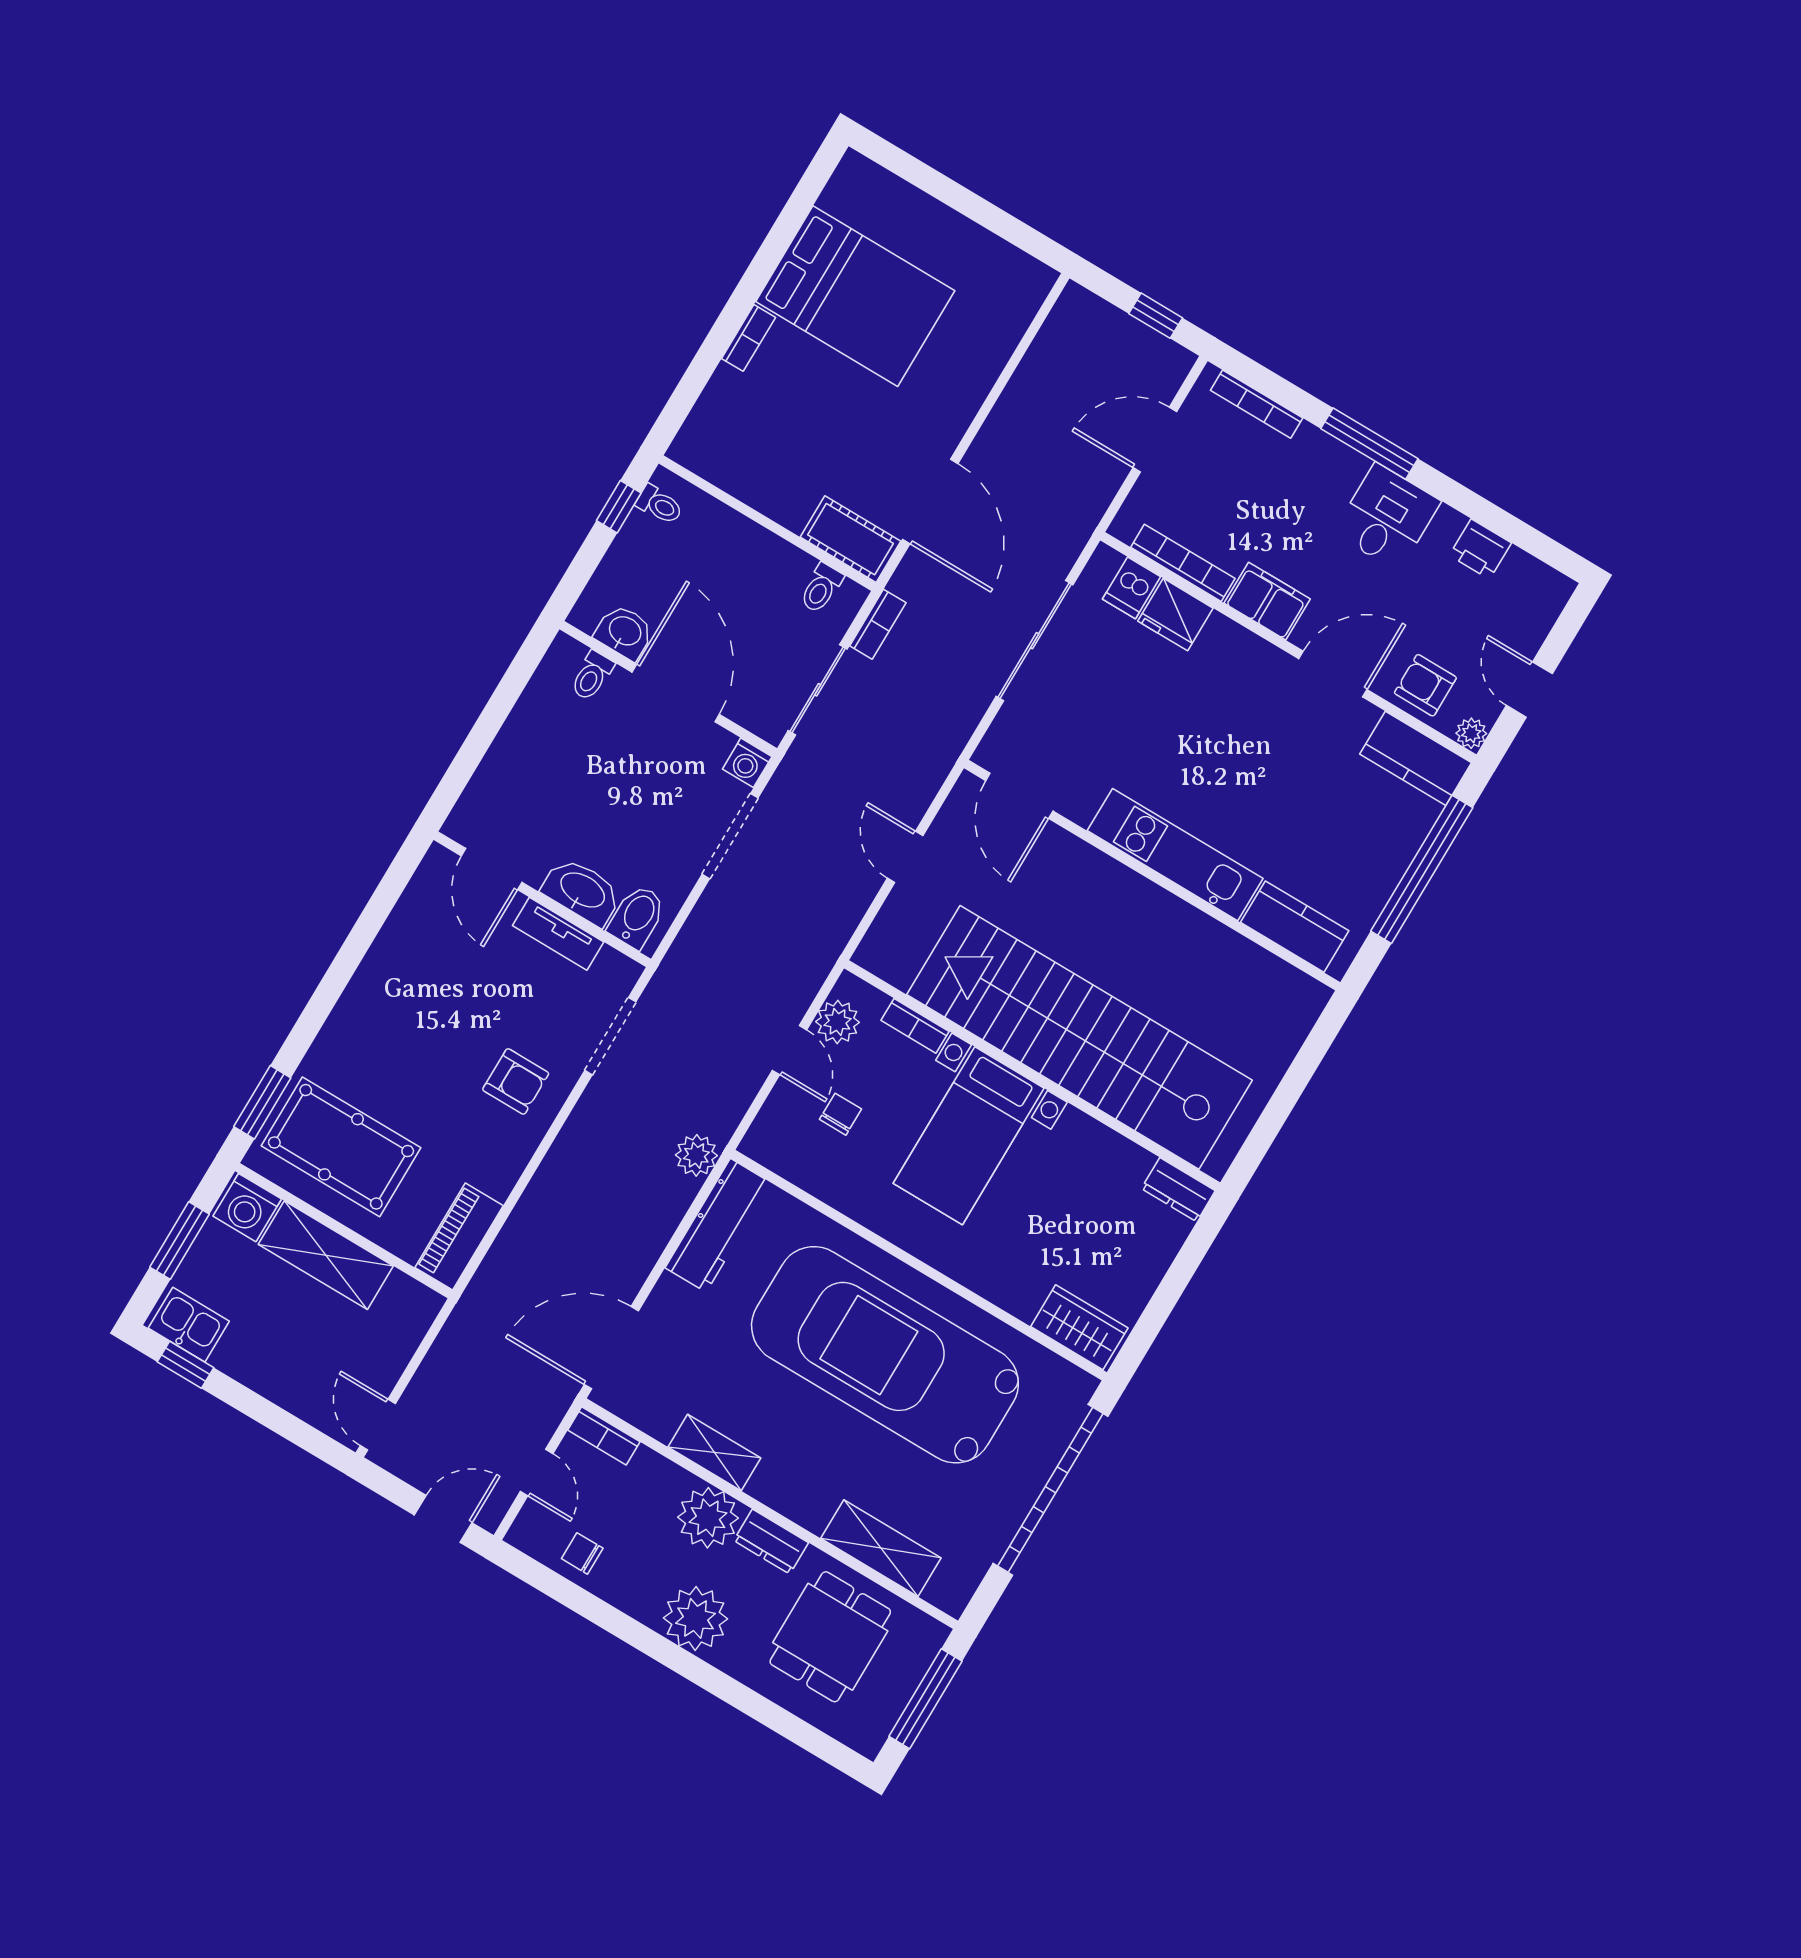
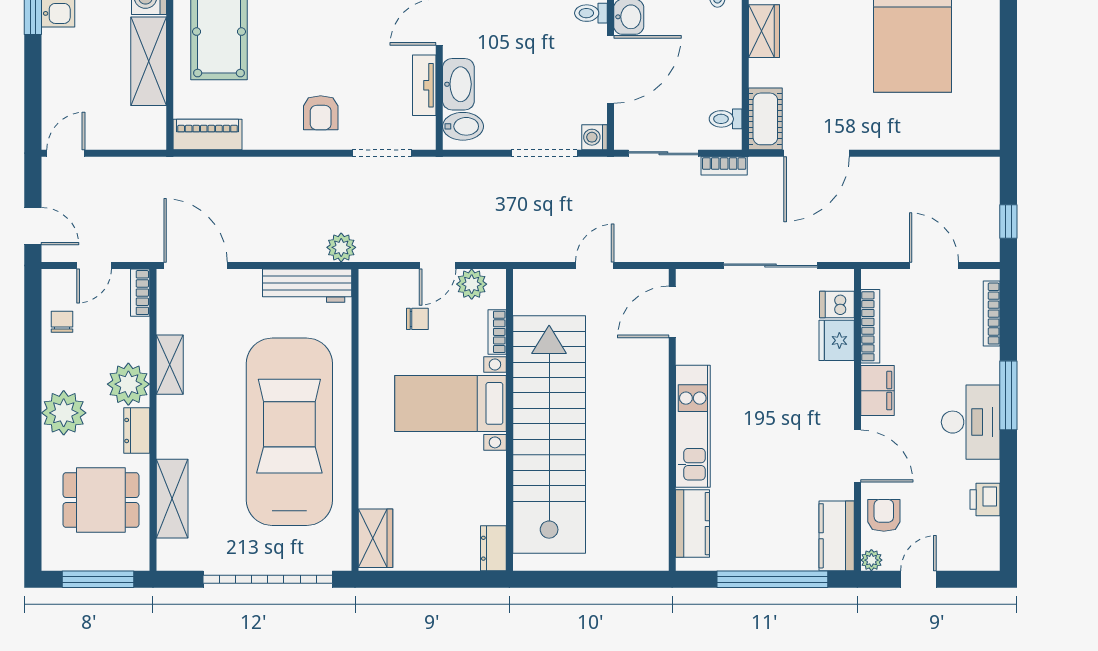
wardrobe: (741, 476) -> (764, 31), added
desk: (1387, 517) -> (971, 422), width x1.37

